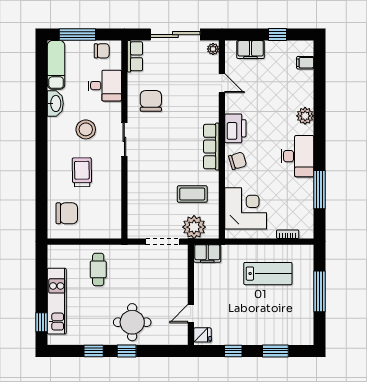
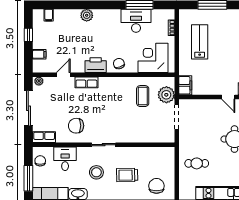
filing cabinet: (251, 50) -> (39, 54), width x0.50
row of seats: (211, 147) -> (86, 82), moved, width x0.68
desk: (297, 156) -> (136, 21), moved

